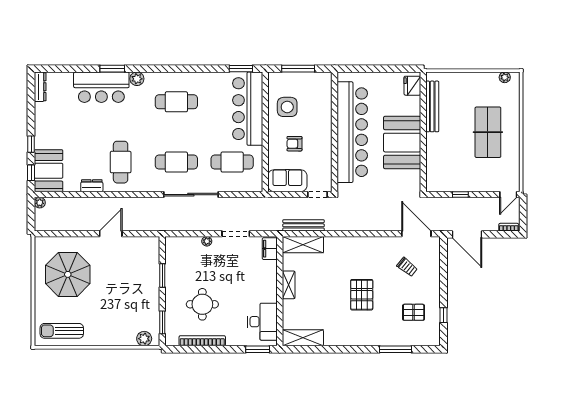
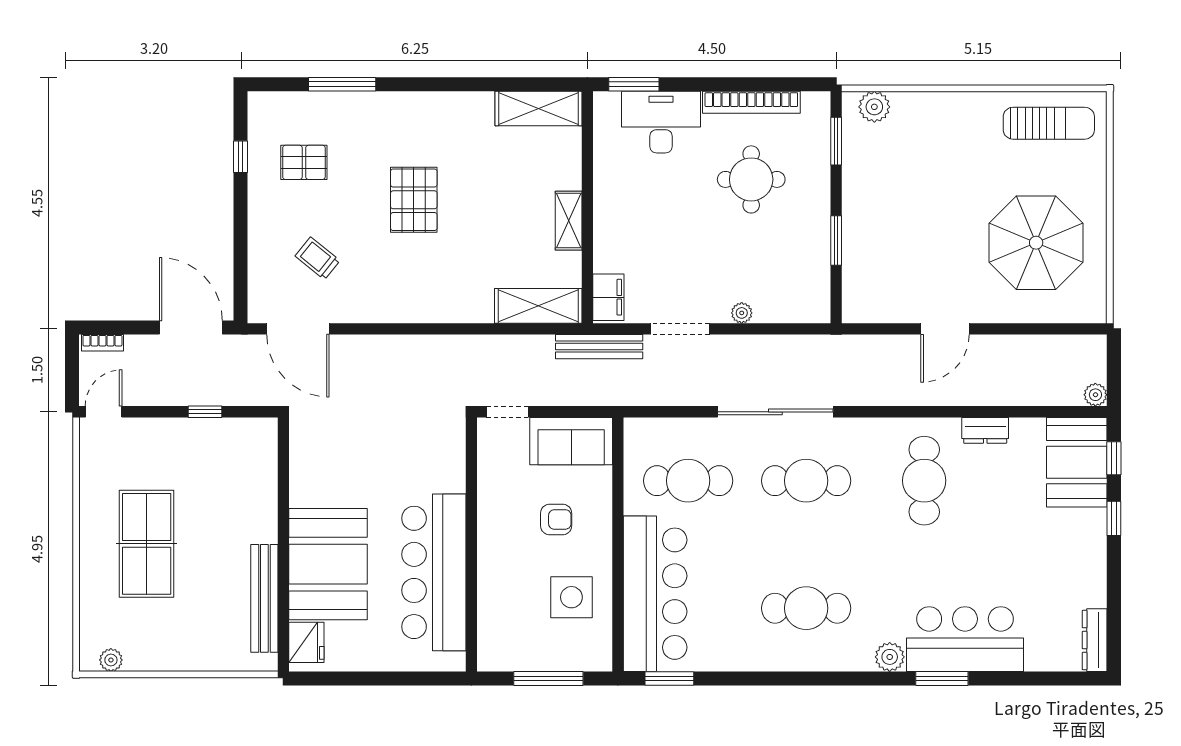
bar counter: (352, 132) -> (434, 572), width x0.73
booth: (402, 143) -> (328, 564), moved
bench: (303, 225) -> (599, 347), moved
desk: (262, 322) -> (661, 122), moved, turned 90

